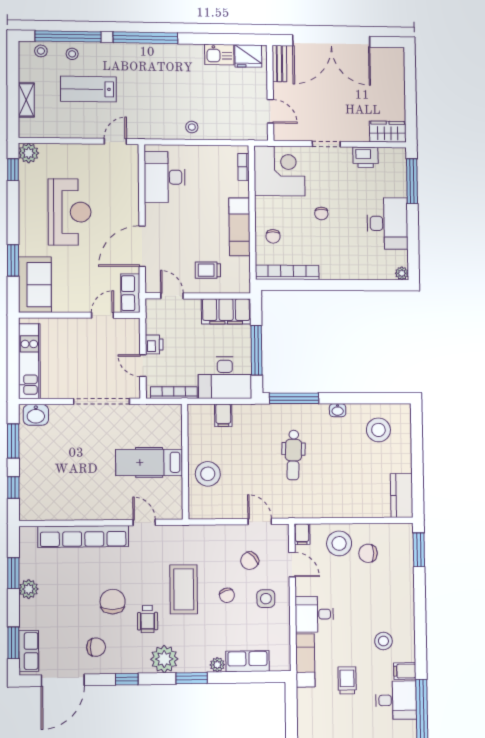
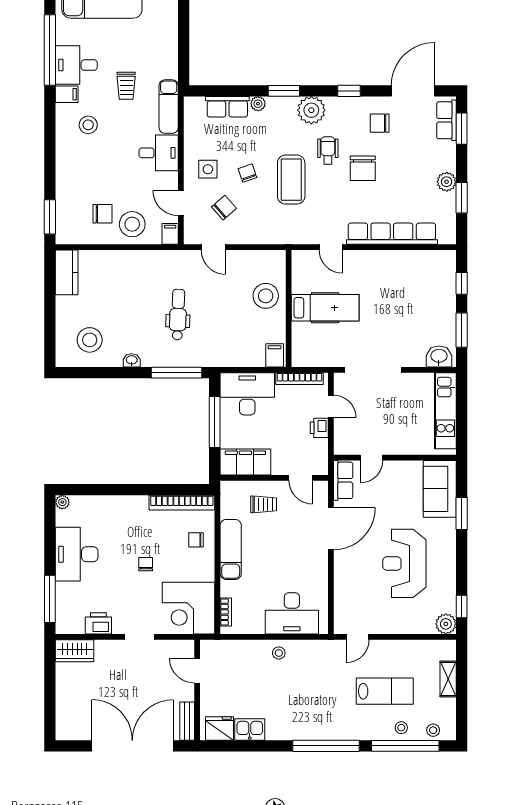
desk: (165, 177) -> (292, 613), moved, turned 90
chair: (273, 236) -> (196, 540), turned -90
filing cabinet: (223, 415) -> (275, 355), moved

